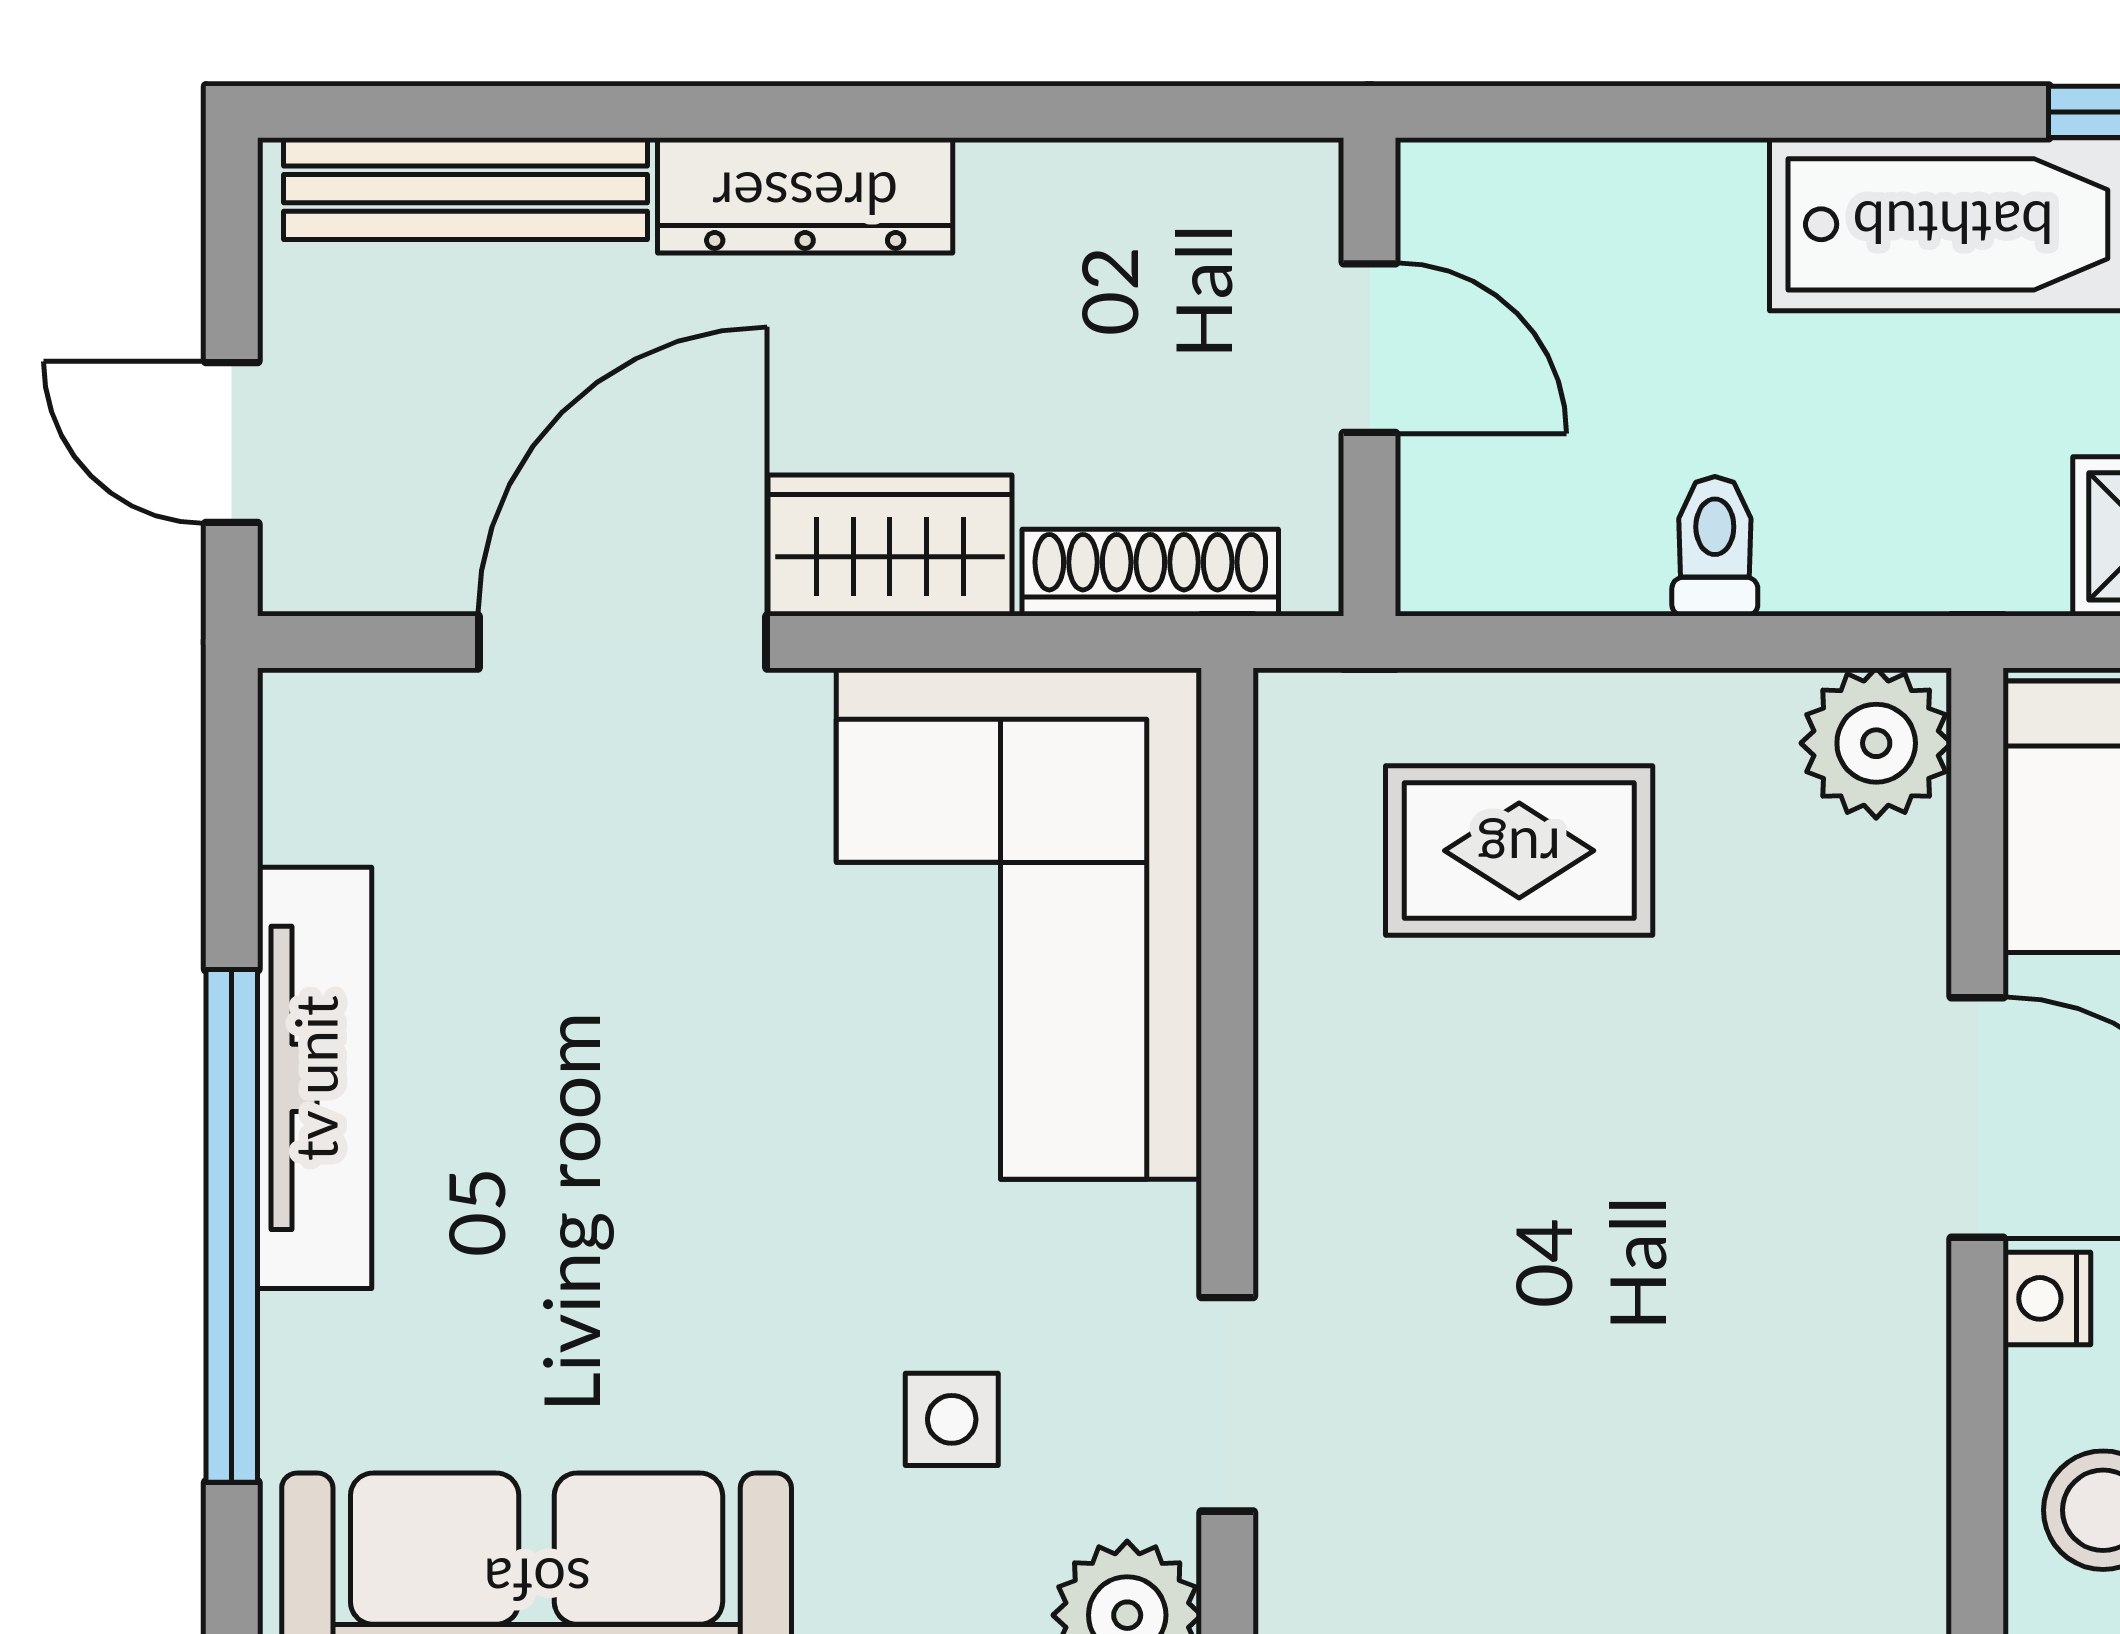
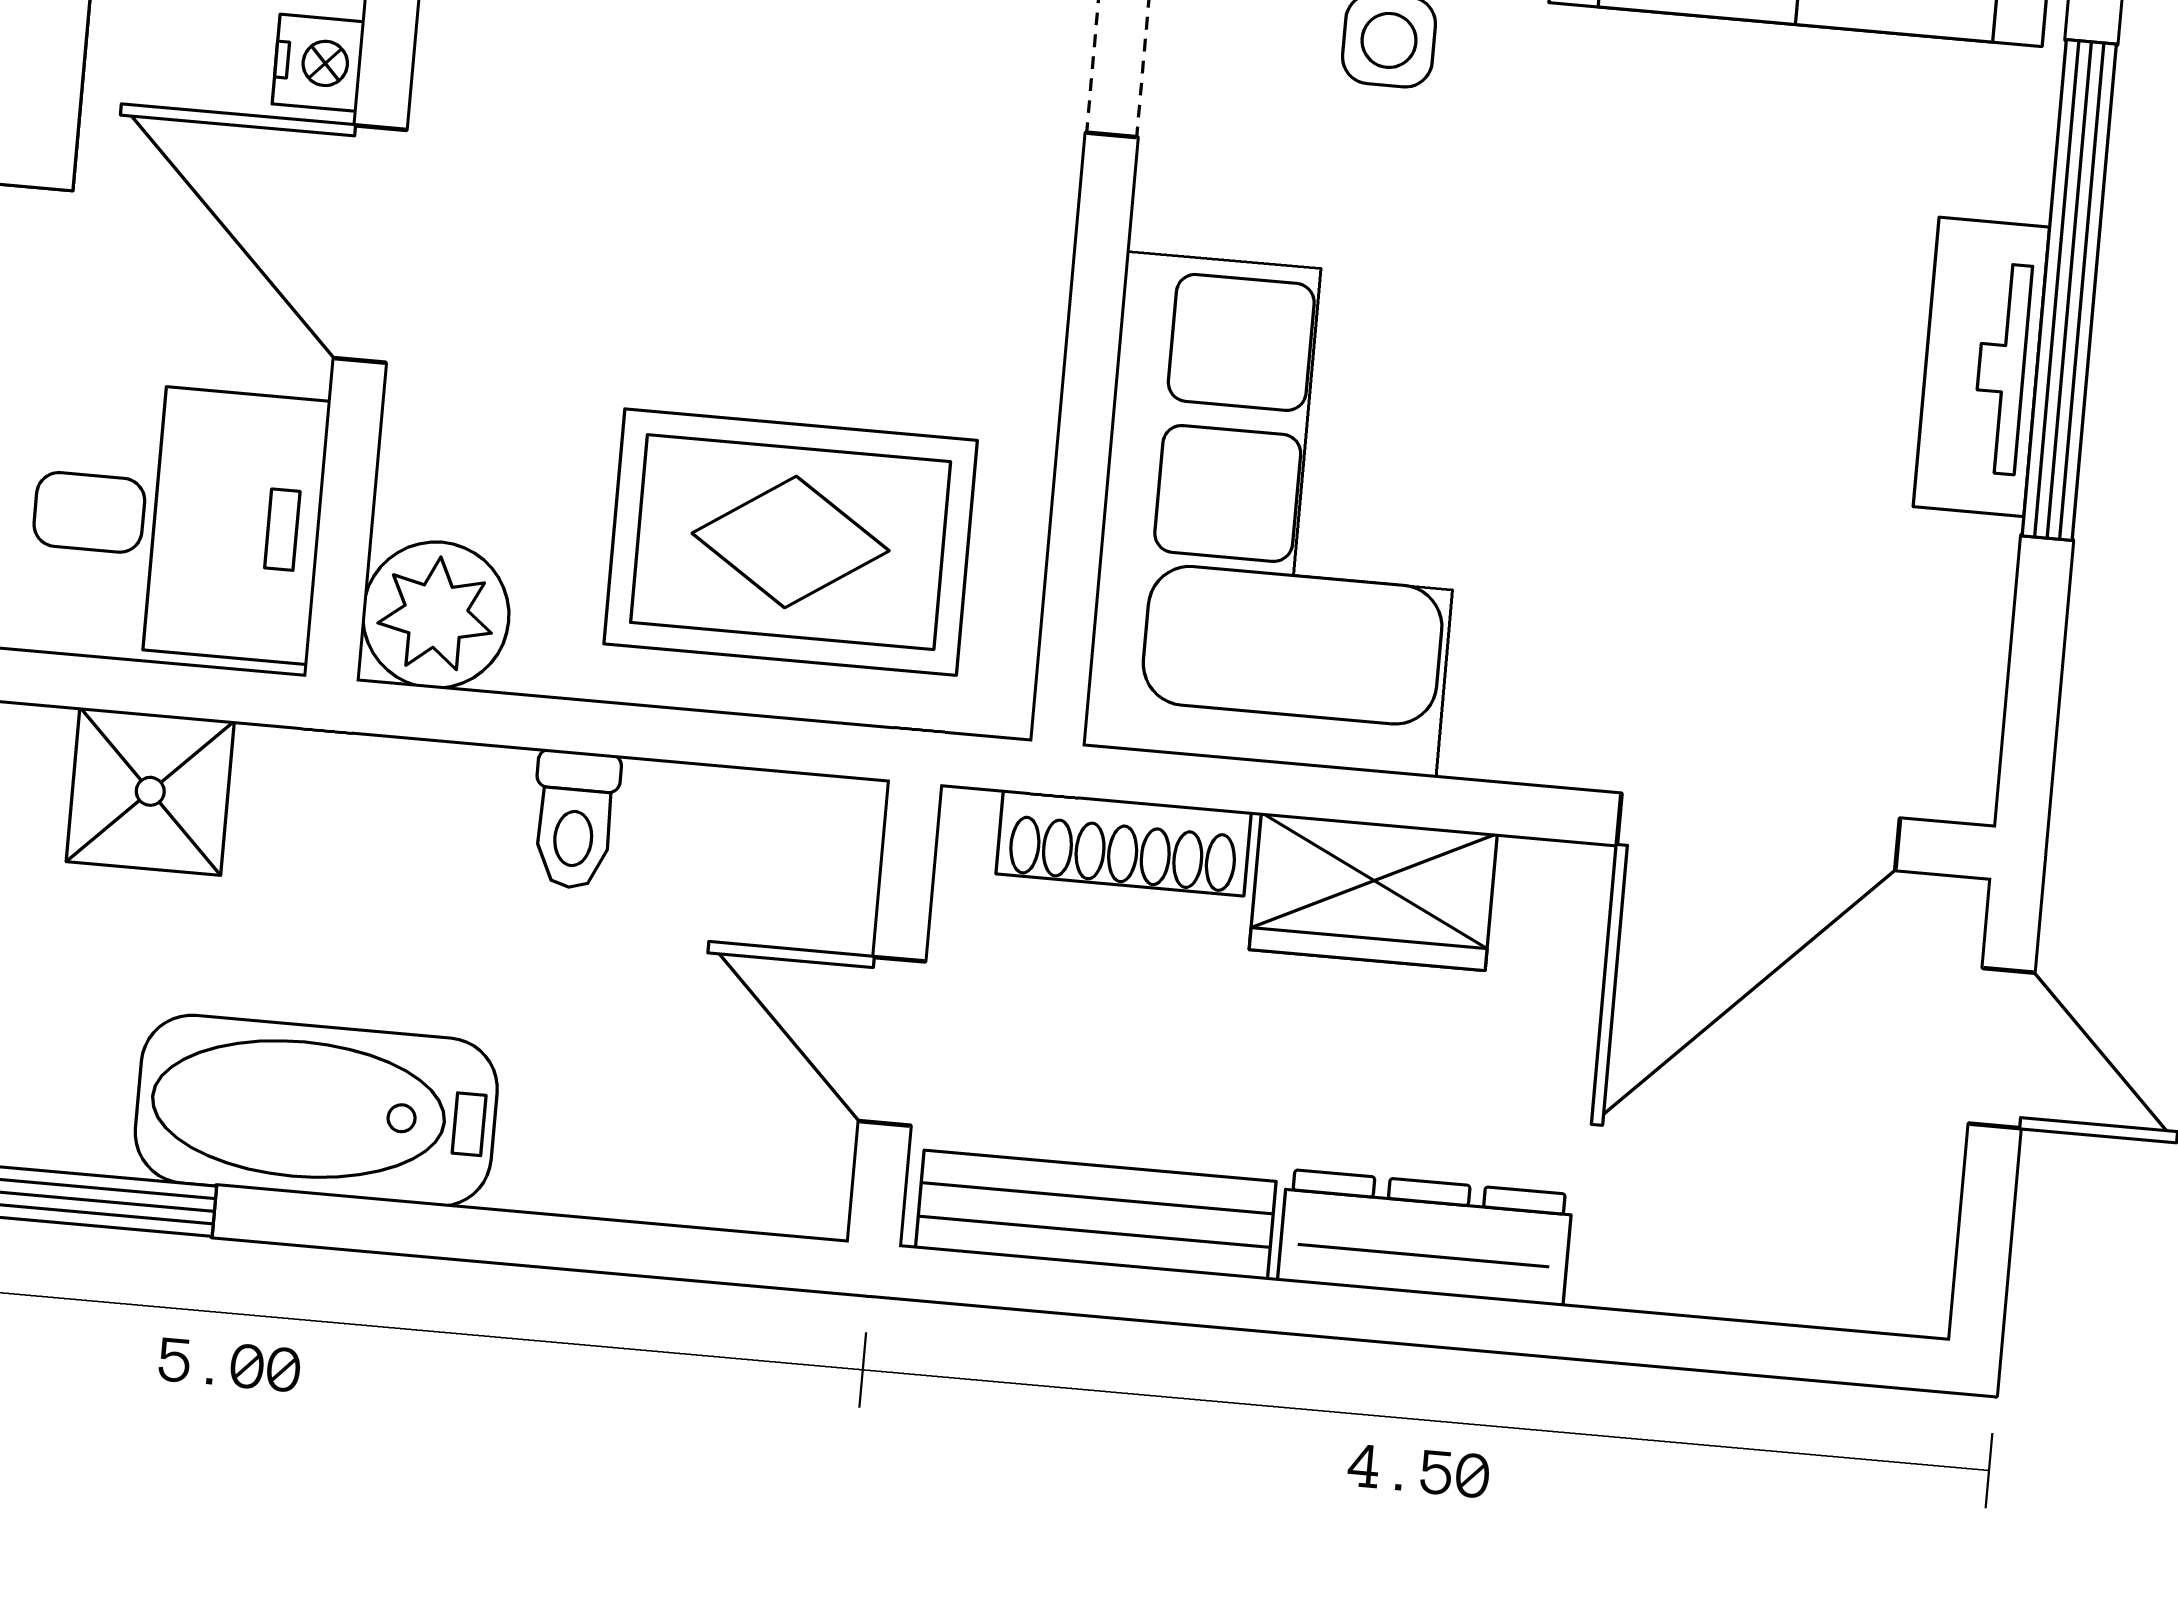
bench: (466, 189) -> (1096, 1215), moved
door: (623, 642) -> (1758, 832), moved
rug: (1519, 851) -> (791, 542), width x1.36, depth x1.43
tv unit: (315, 1078) -> (1981, 367), width x0.71

